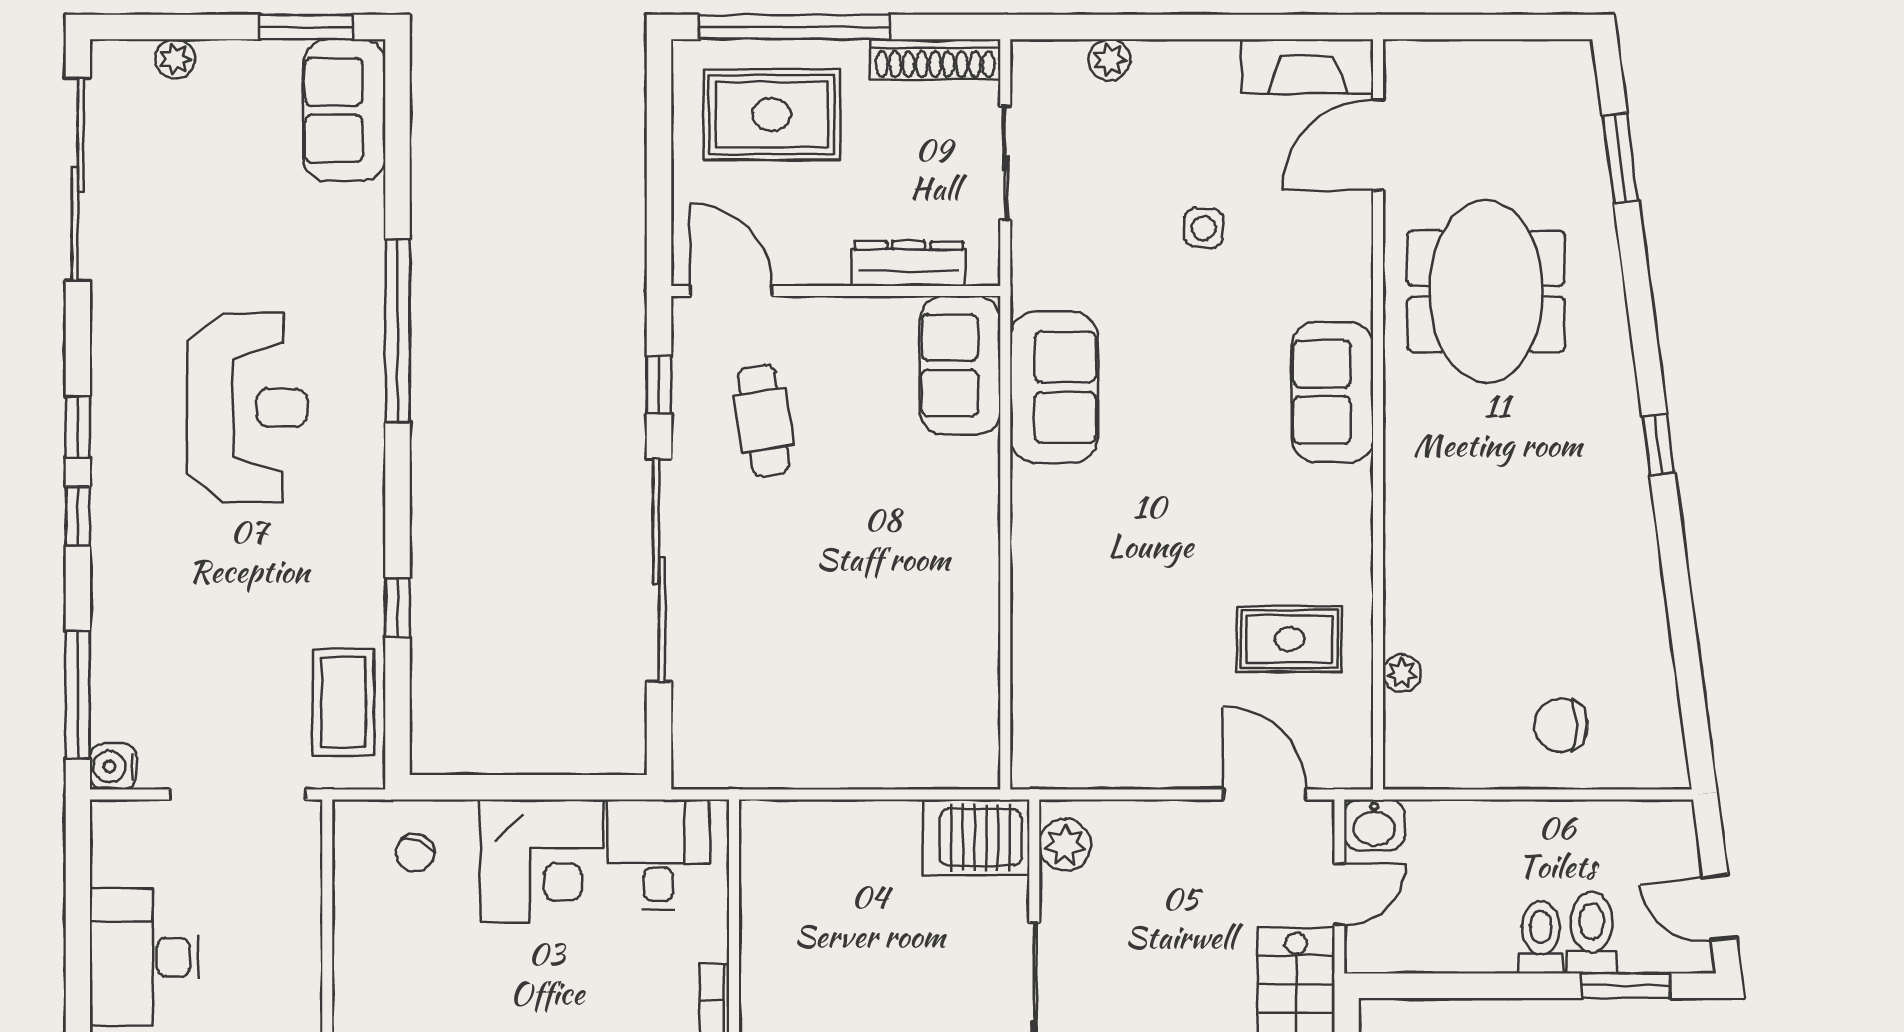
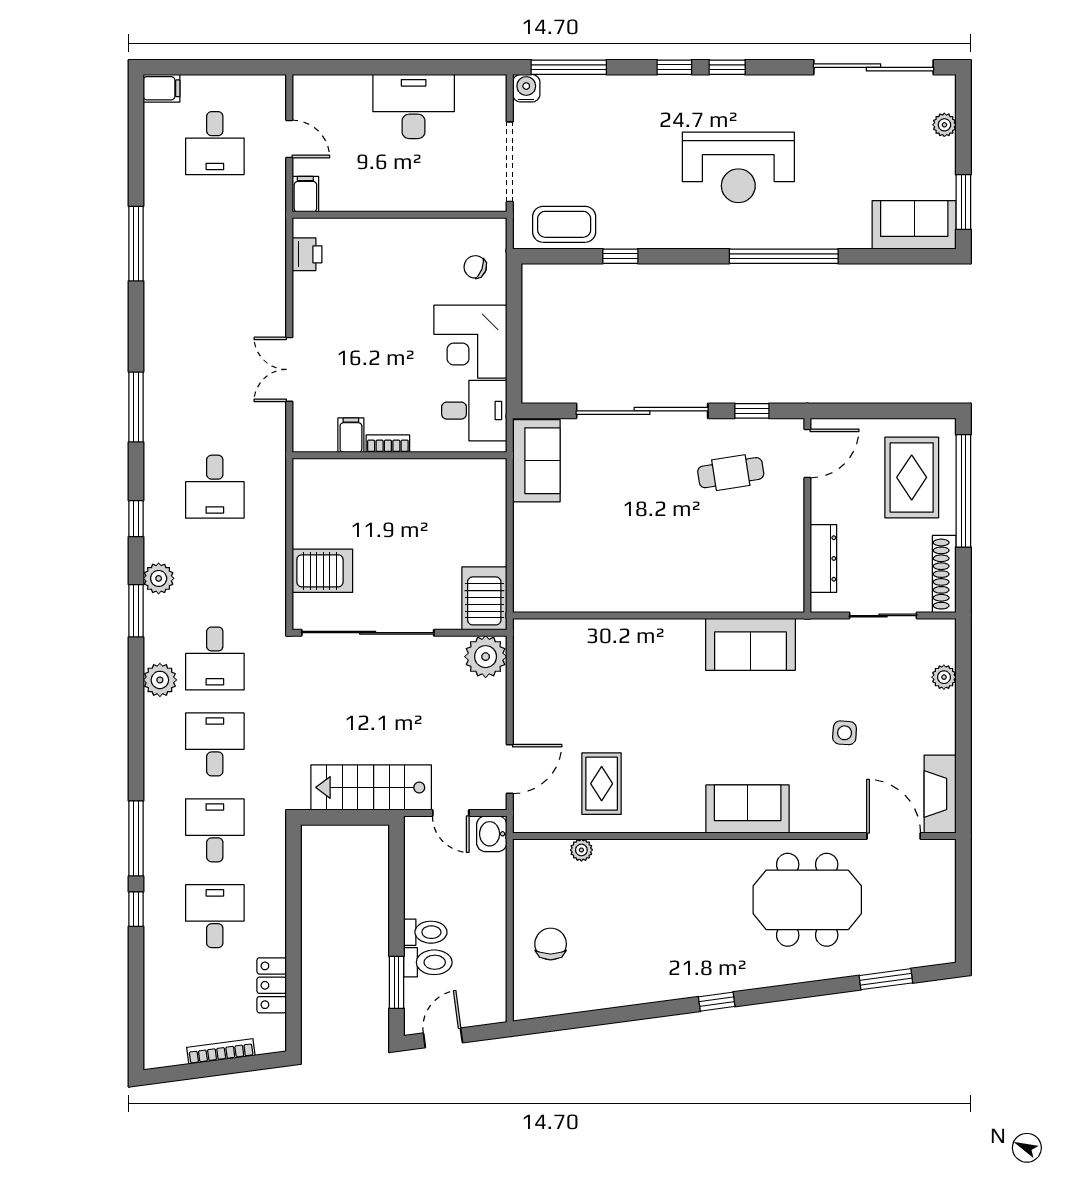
sofa: (960, 365) -> (536, 461), moved, turned 90
plant: (1065, 845) -> (486, 657), width x1.36, depth x1.36

